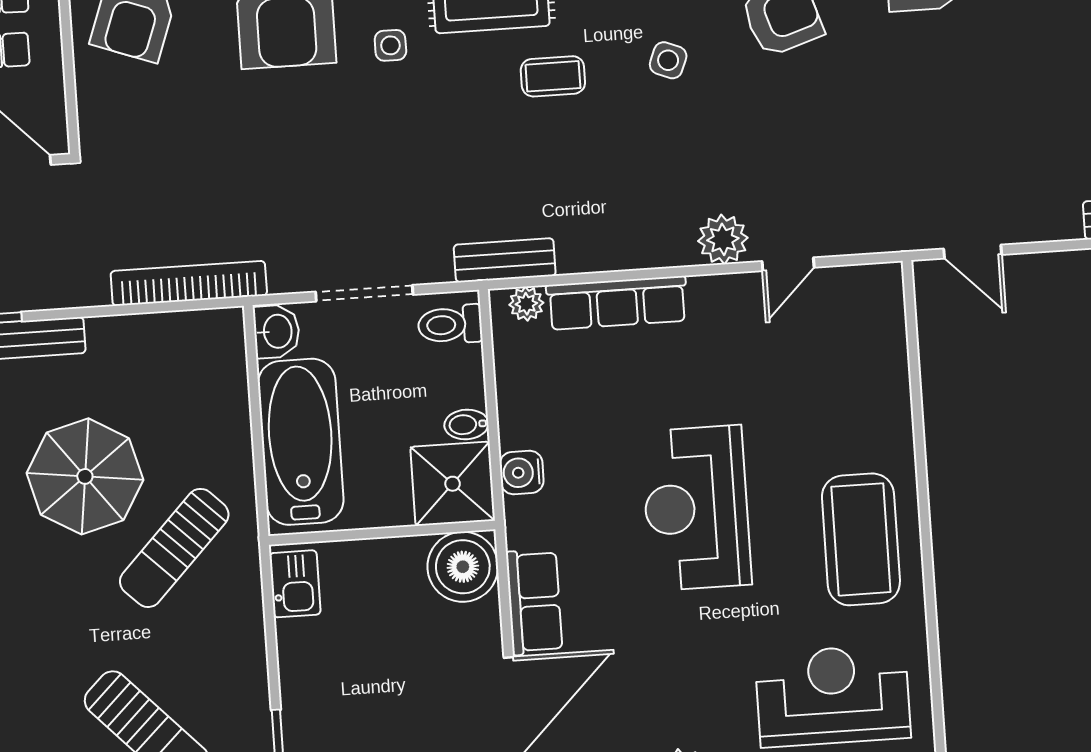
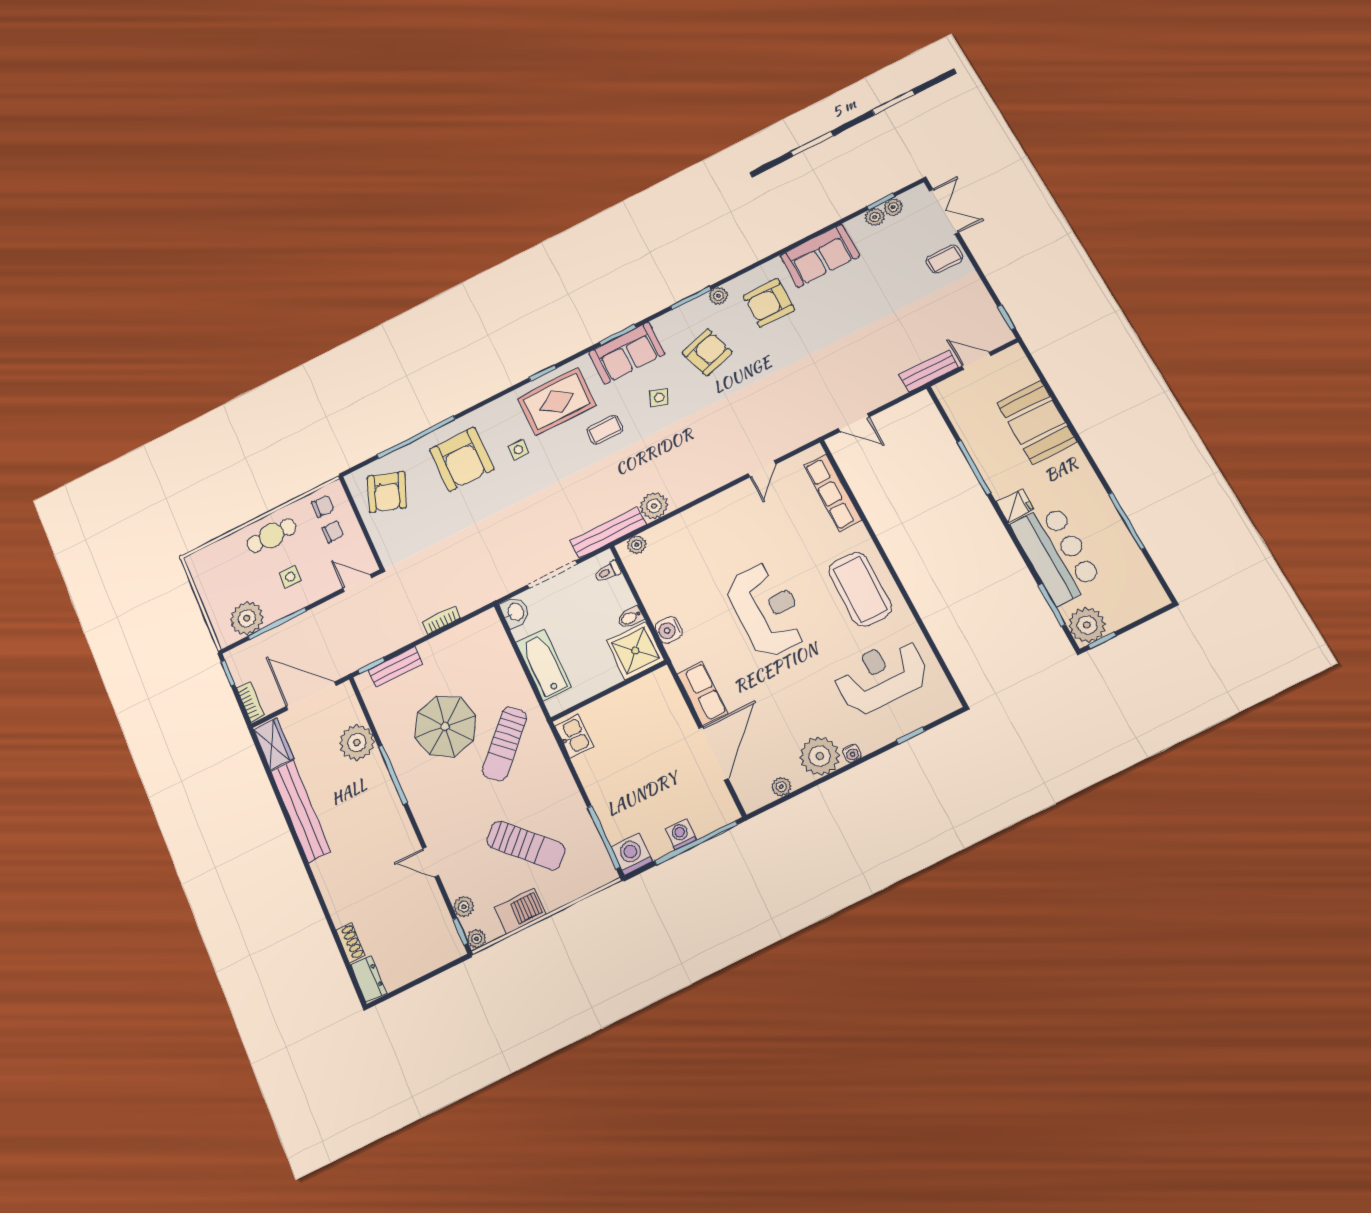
plant: (723, 239) -> (654, 506), moved
bench: (505, 260) -> (608, 533), width x1.36
bookcase: (189, 283) -> (441, 620), width x0.43, depth x0.76
row of seats: (617, 303) -> (833, 493), moved, turned 90
toilet: (450, 325) -> (608, 572), width x0.73, depth x0.72
bathtub: (301, 442) -> (544, 665), width x0.73, depth x0.73
reception desk: (696, 508) -> (767, 610), turned 180
boiler: (463, 567) -> (658, 691), removed

